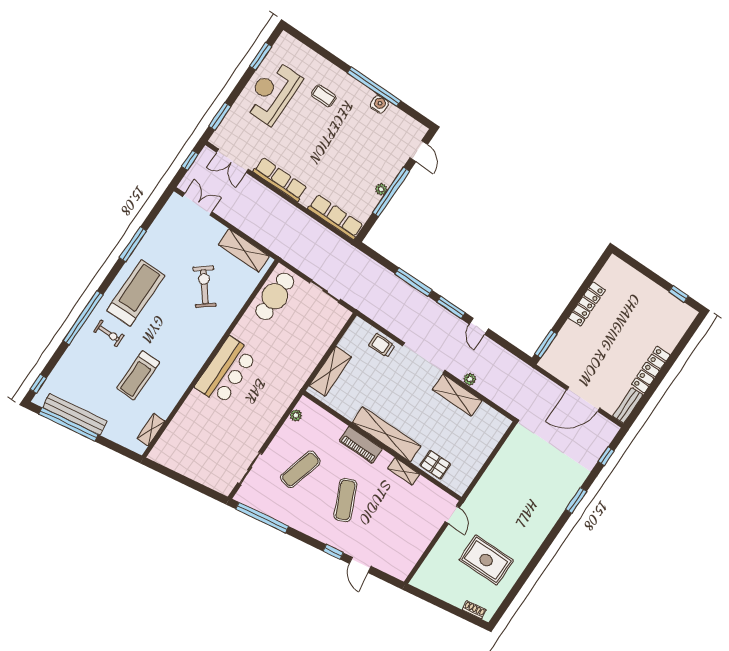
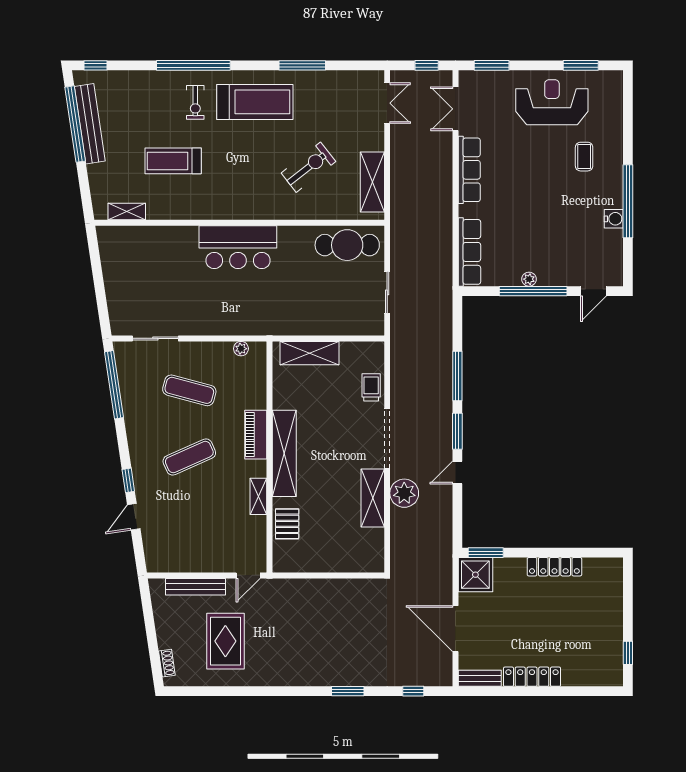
shower: (556, 361) -> (475, 575), added
plant: (470, 379) -> (404, 493), width x1.88, depth x1.88
bench: (436, 555) -> (195, 587), added

